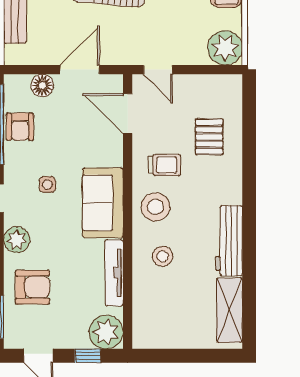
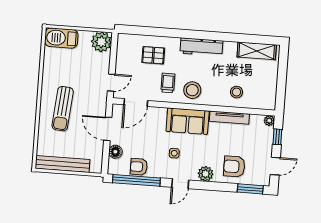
armchair: (20, 127) -> (139, 167), turned 180
workbench: (229, 241) -> (201, 47), moved
stool: (163, 256) -> (236, 92), moved
armchair: (32, 287) -> (234, 167), turned -90
plant: (106, 332) -> (269, 121), width x0.53, depth x0.53

